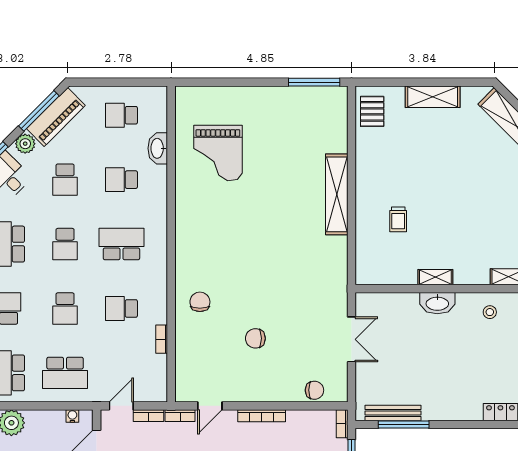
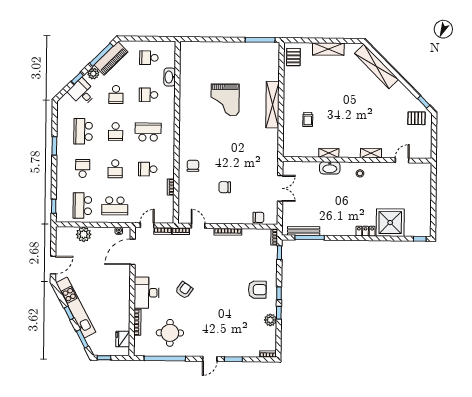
grand piano: (218, 153) -> (225, 100), moved
door: (210, 406) -> (198, 226), swing flipped

